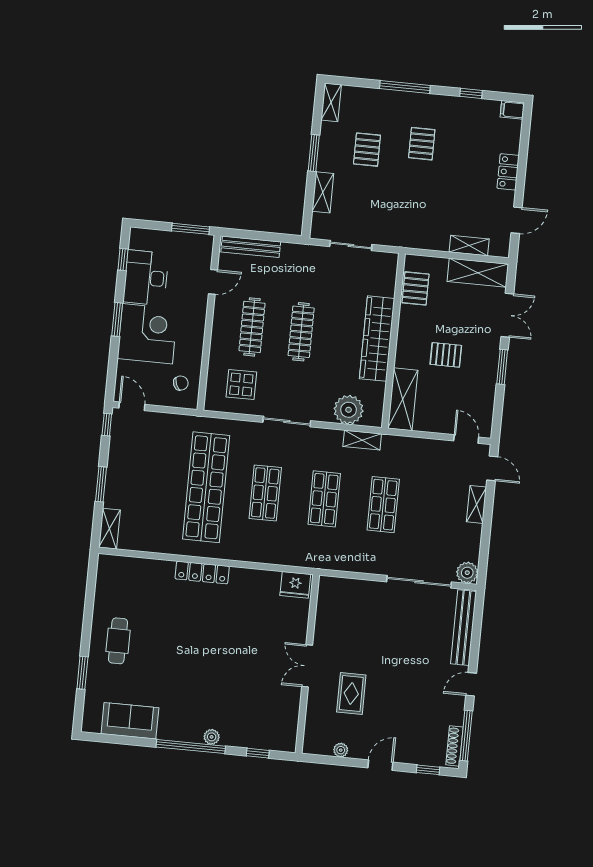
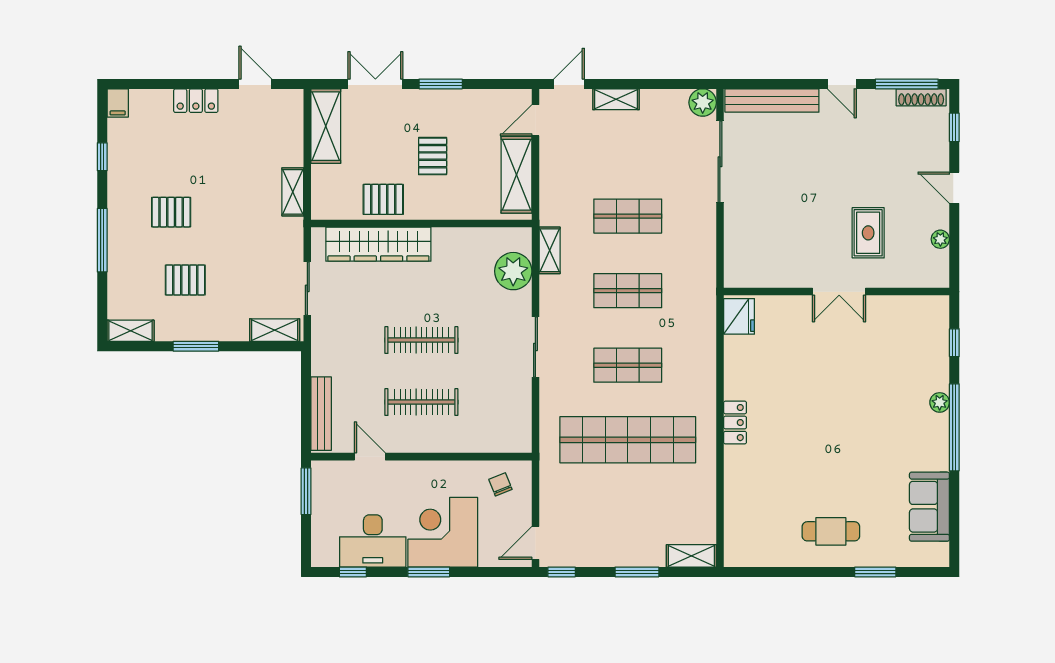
shelving: (323, 192) -> (275, 330), moved
shelving: (469, 246) -> (293, 192), moved
pallet: (416, 288) -> (383, 199), moved
wardrobe: (377, 339) -> (378, 244), moved
display table: (241, 385) -> (495, 408), removed
shelving: (403, 399) -> (516, 175), moved, turned 90
locker: (202, 573) -> (735, 423), width x0.66
rug: (351, 693) -> (868, 233), turned 90

